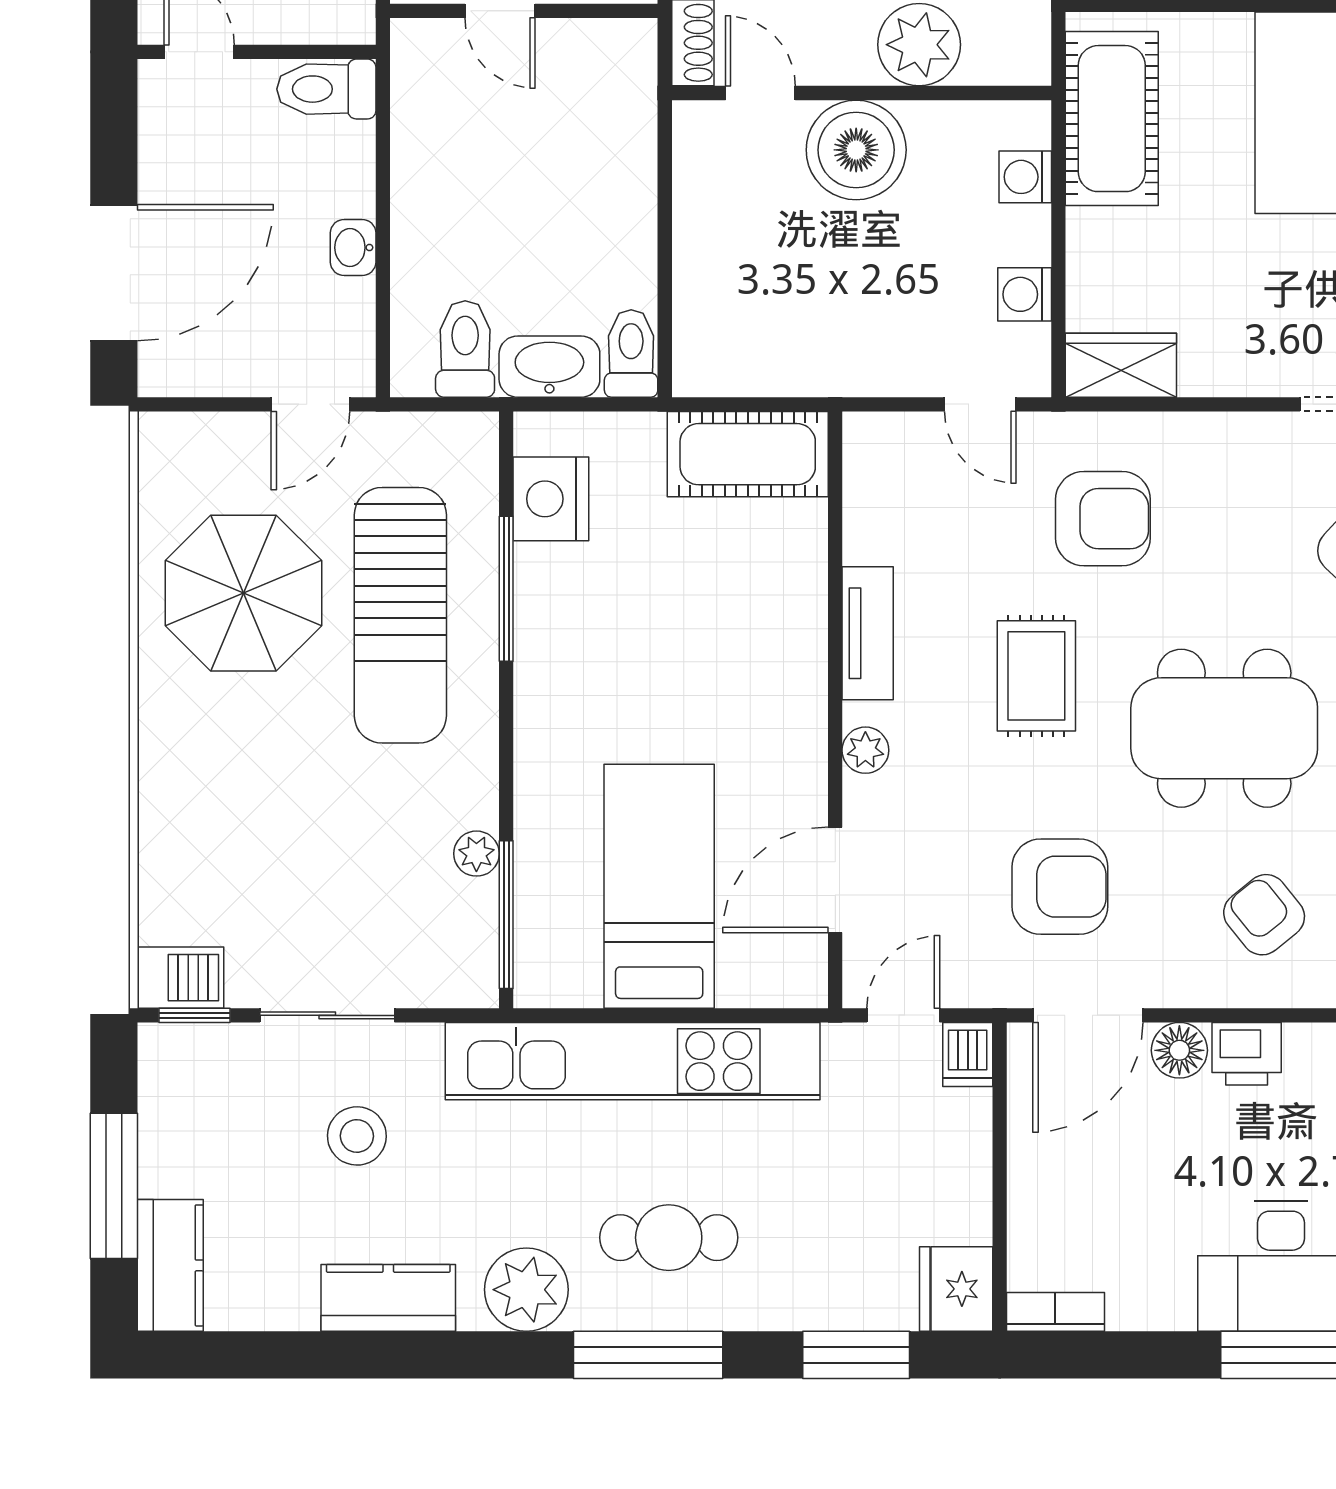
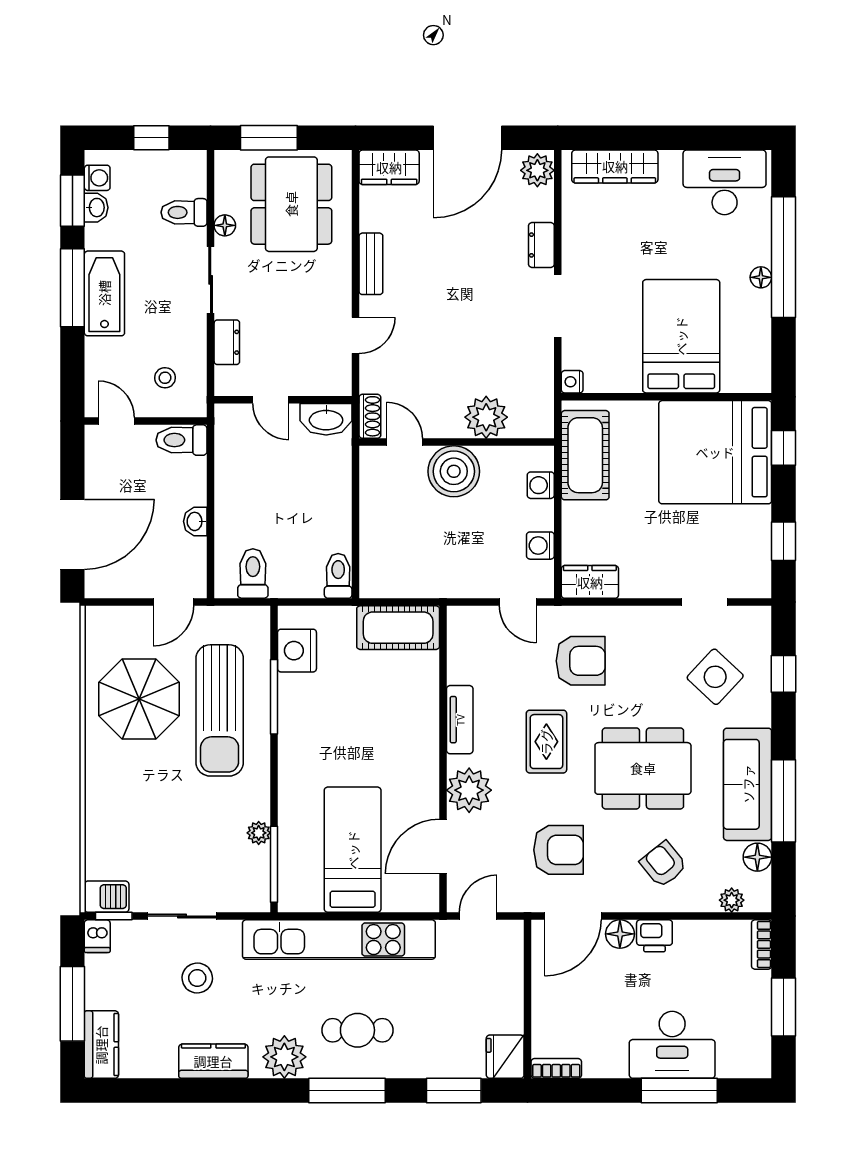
washbasin: (549, 367) -> (326, 419), moved, turned 180
plant: (865, 750) -> (469, 790), width x1.87, depth x1.87
dishwasher: (968, 1054) -> (97, 936), moved

